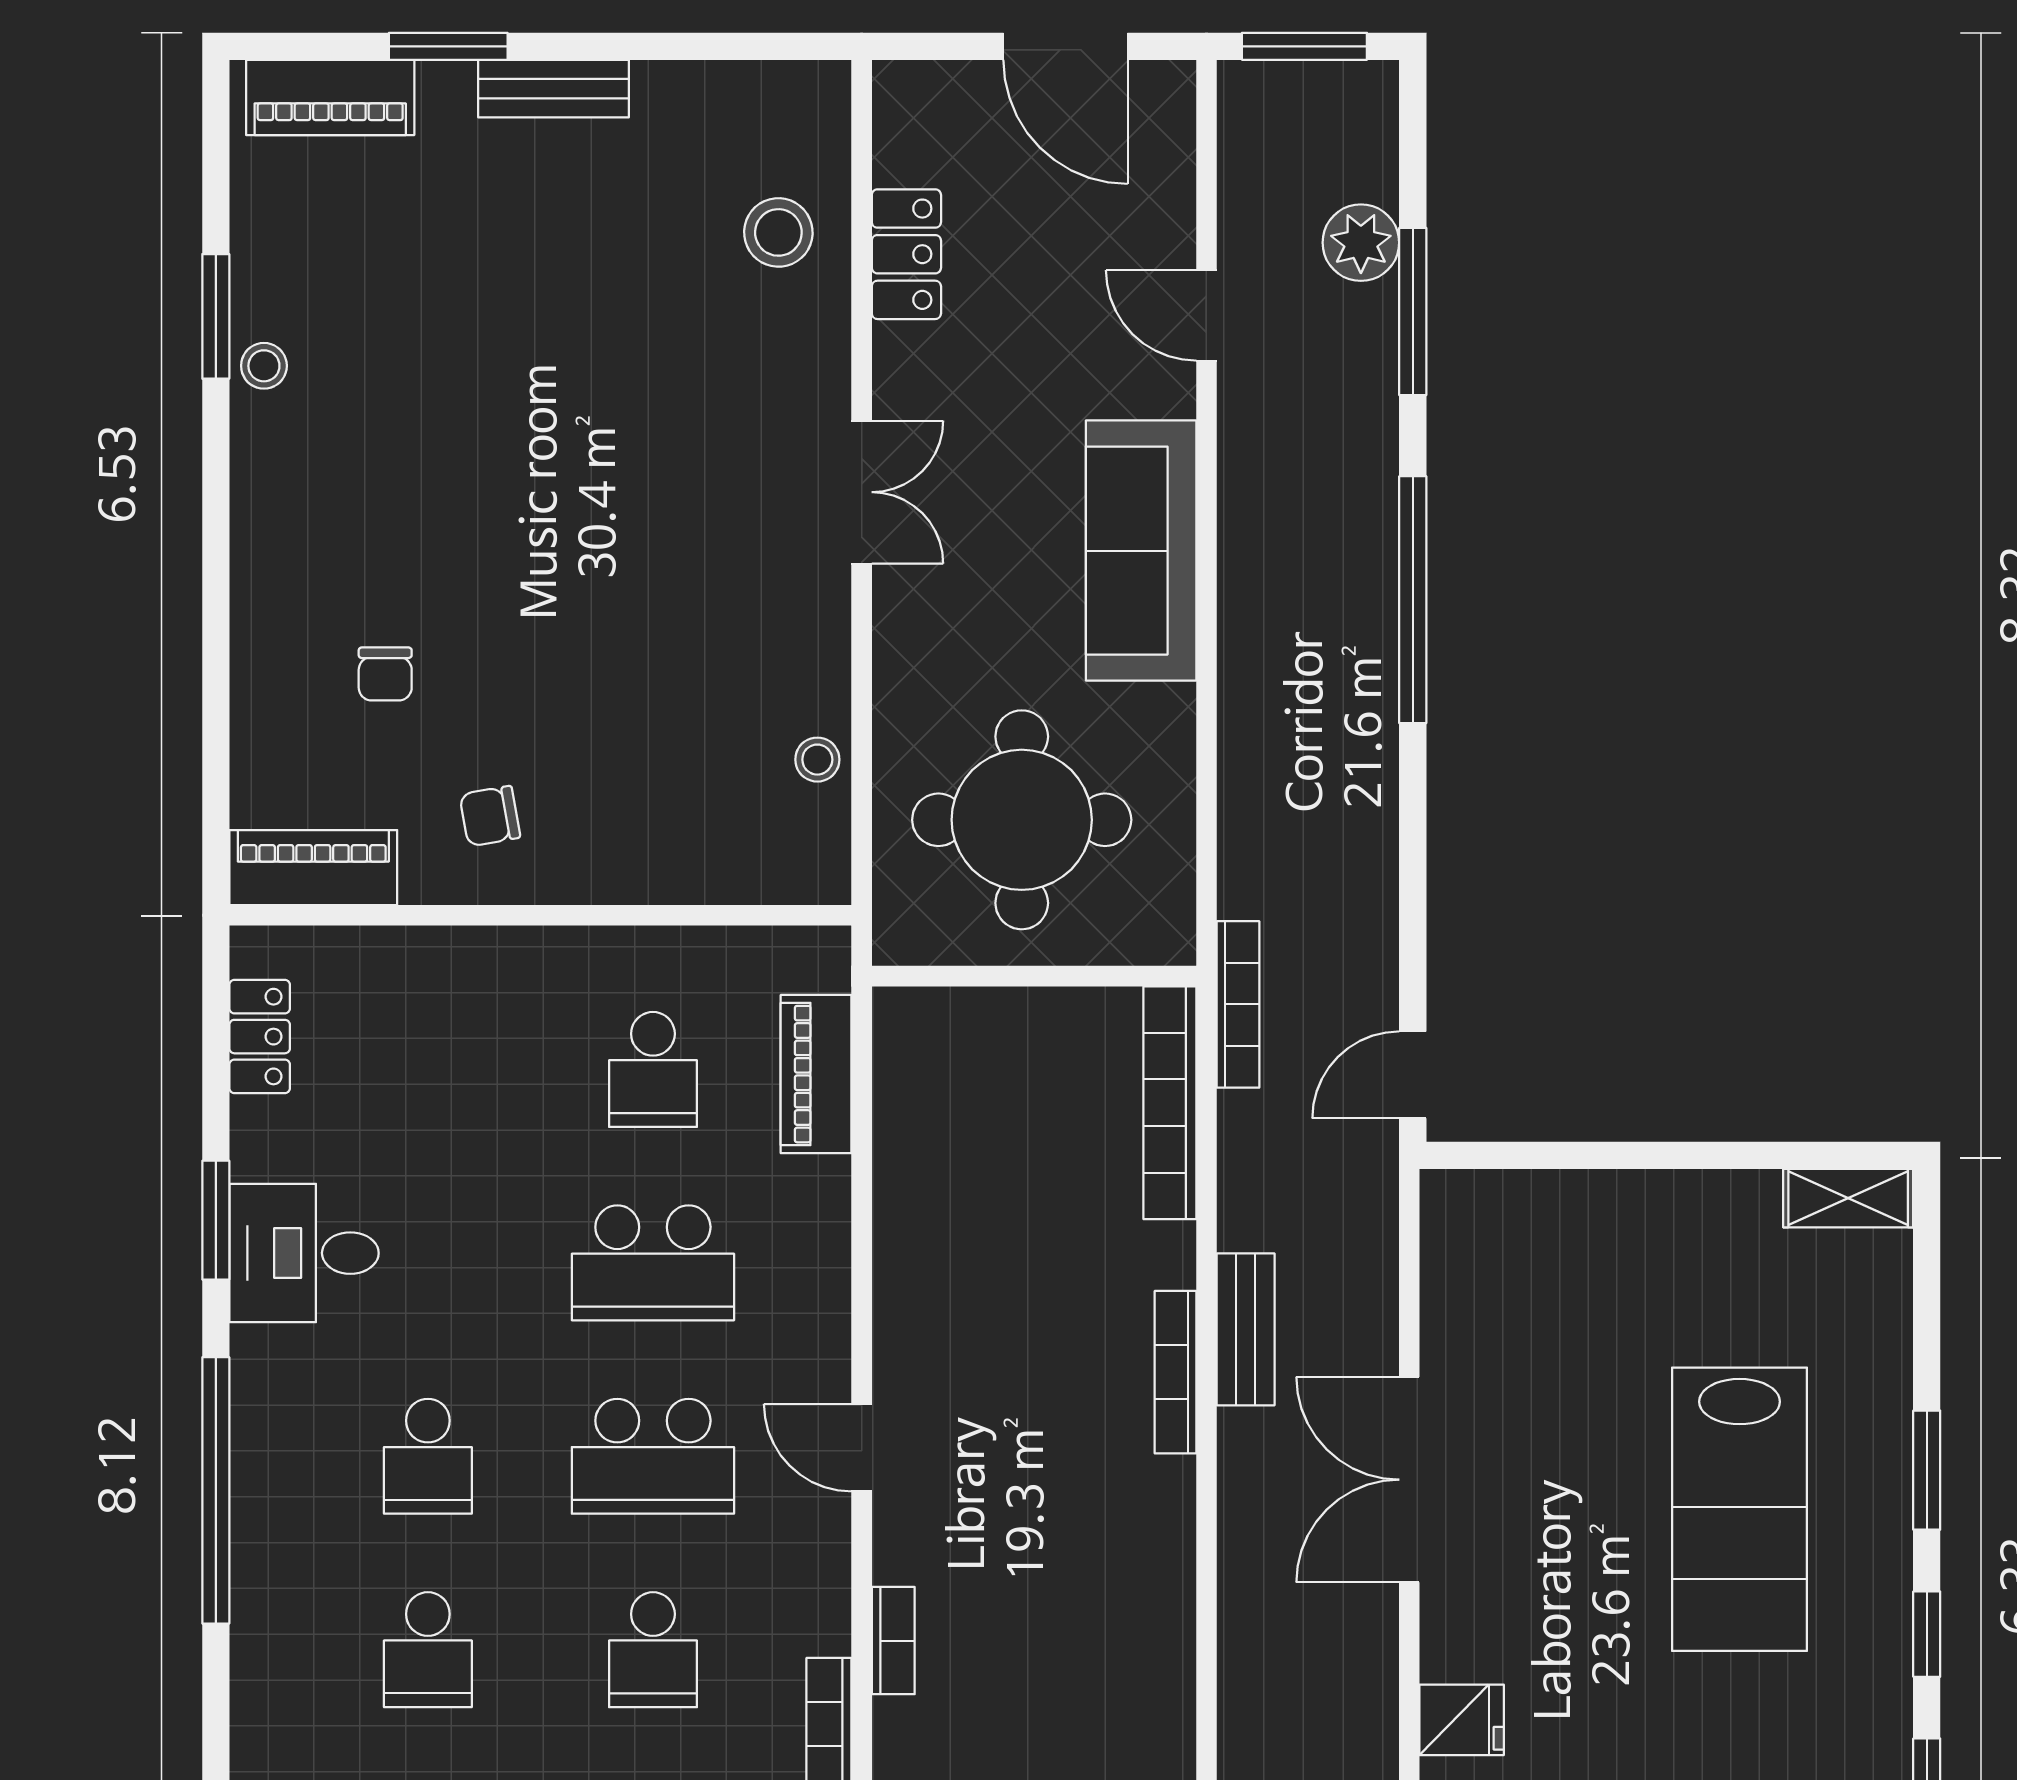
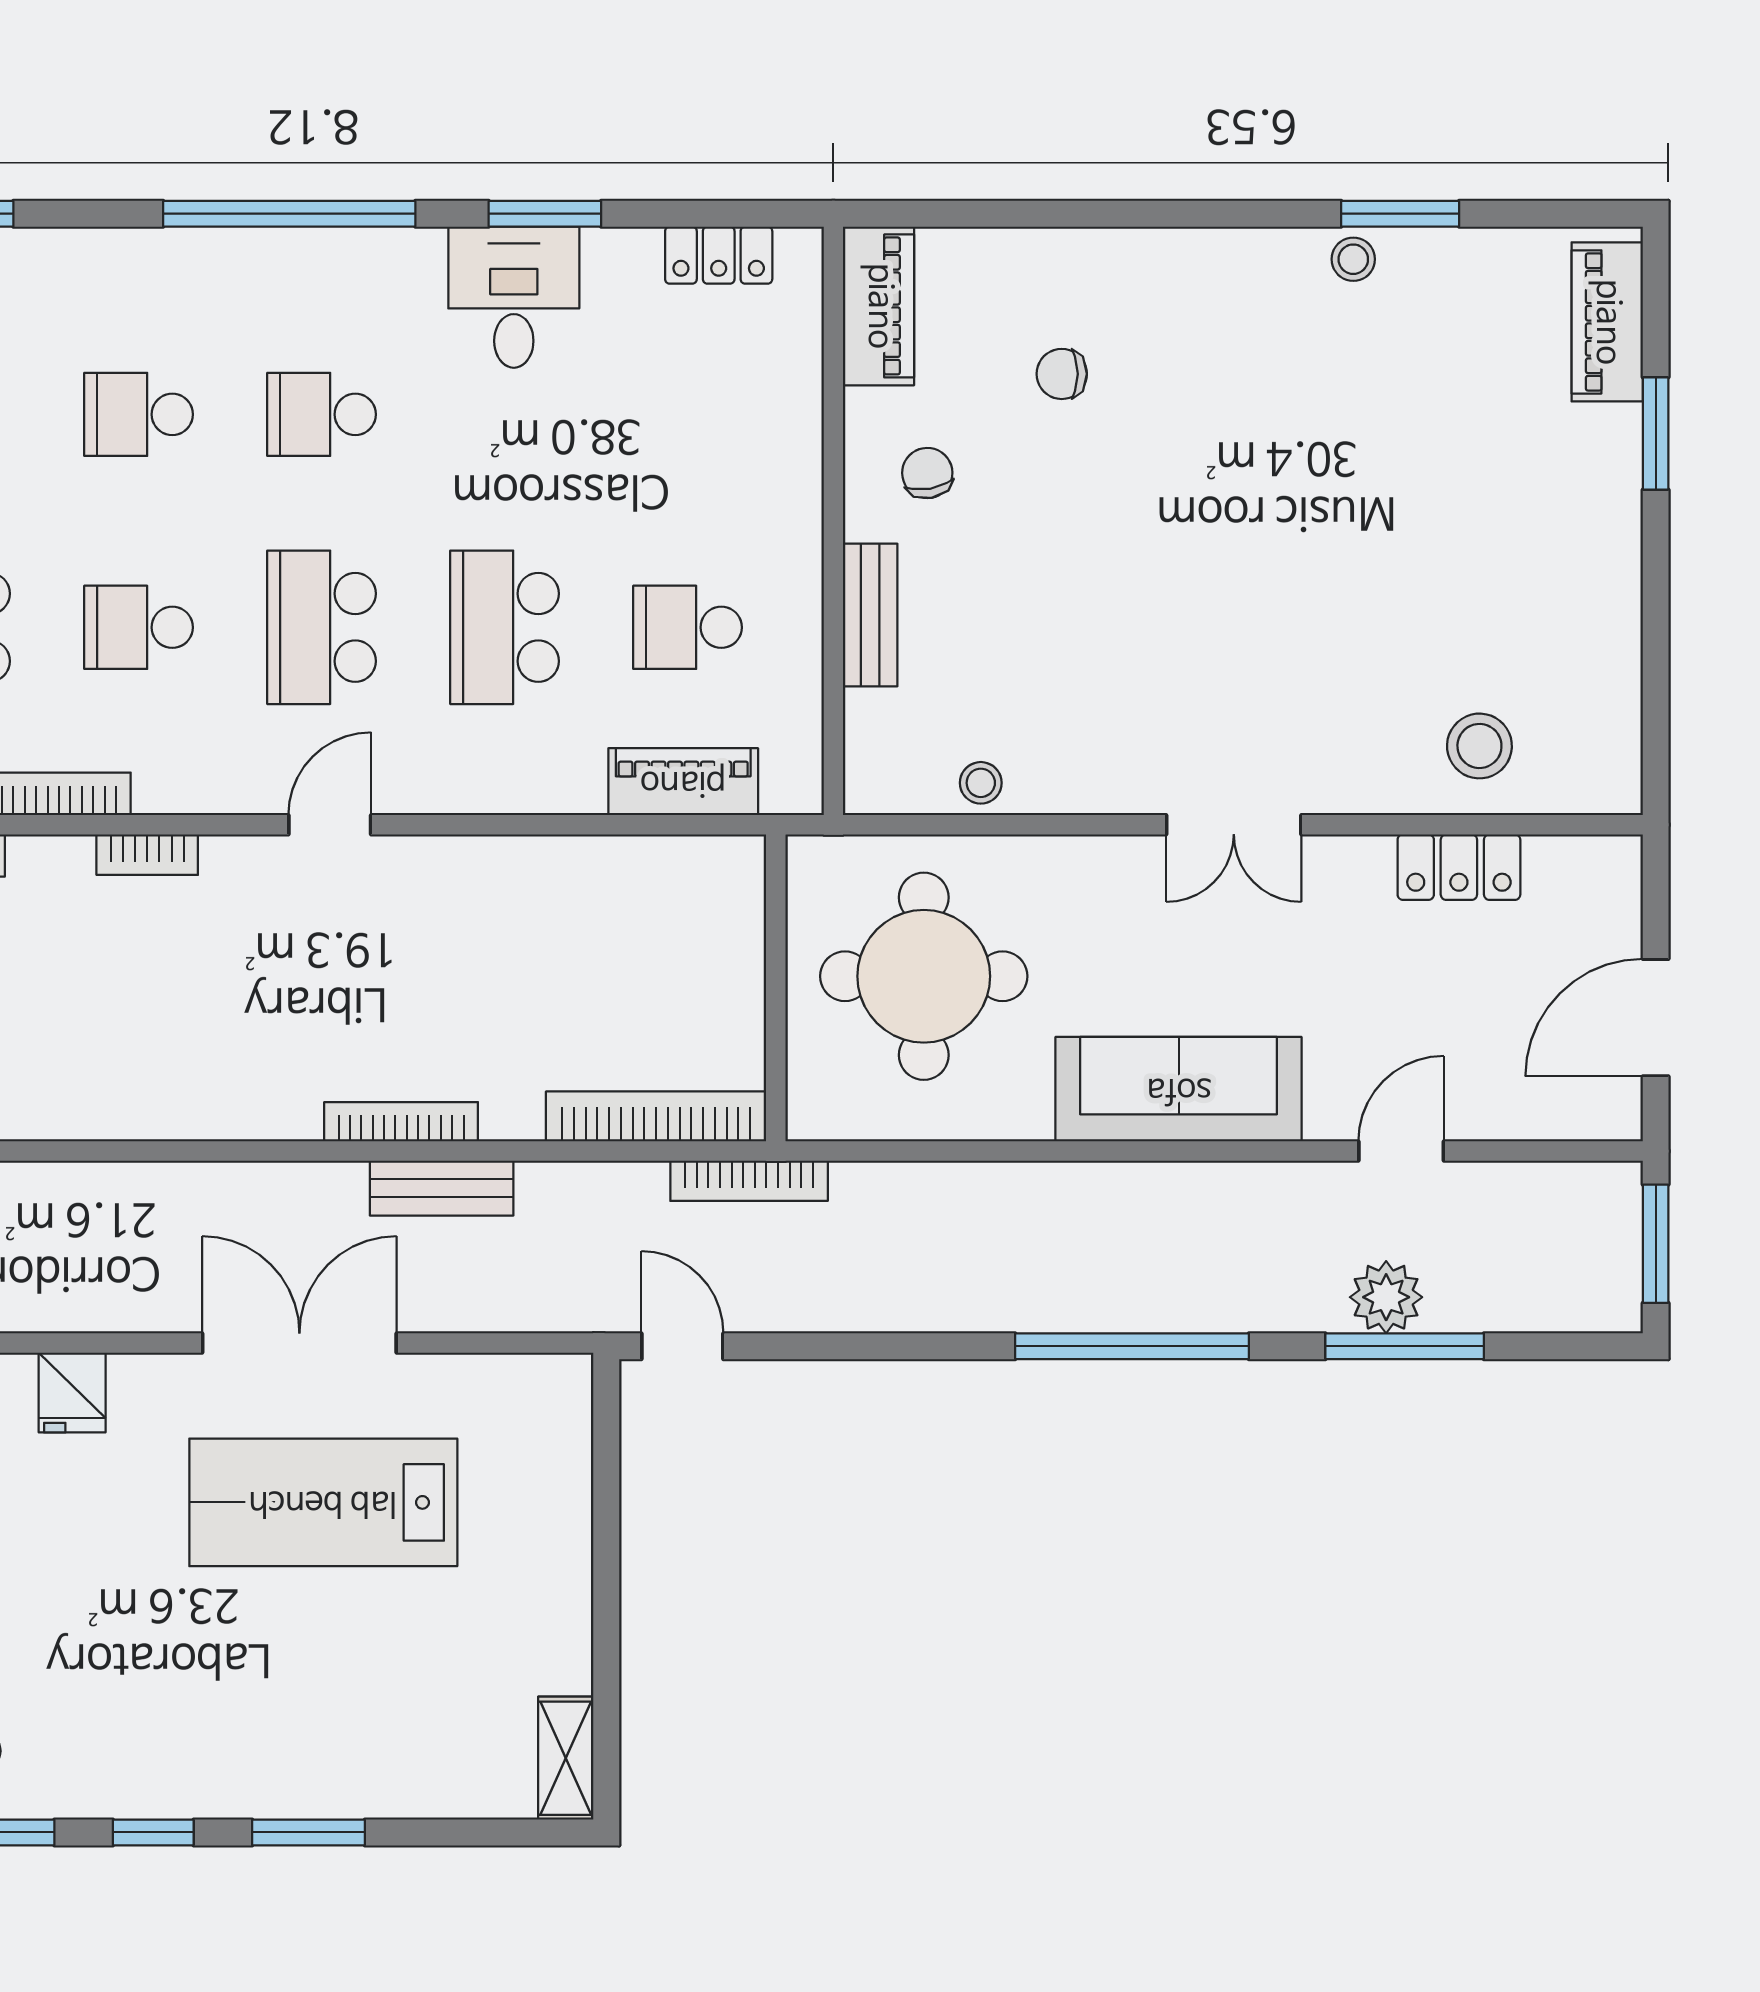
bench: (554, 89) -> (870, 615), moved
plant: (1361, 243) -> (1386, 1297), moved
lab bench: (1740, 1509) -> (323, 1502), moved

